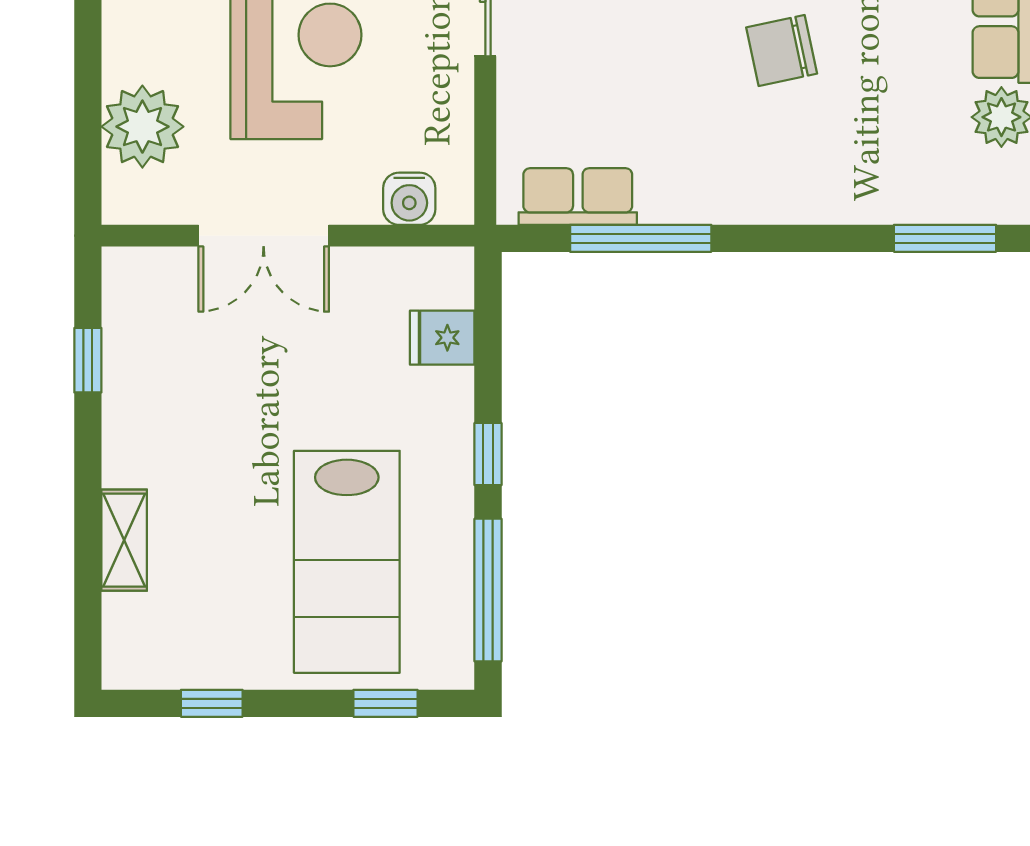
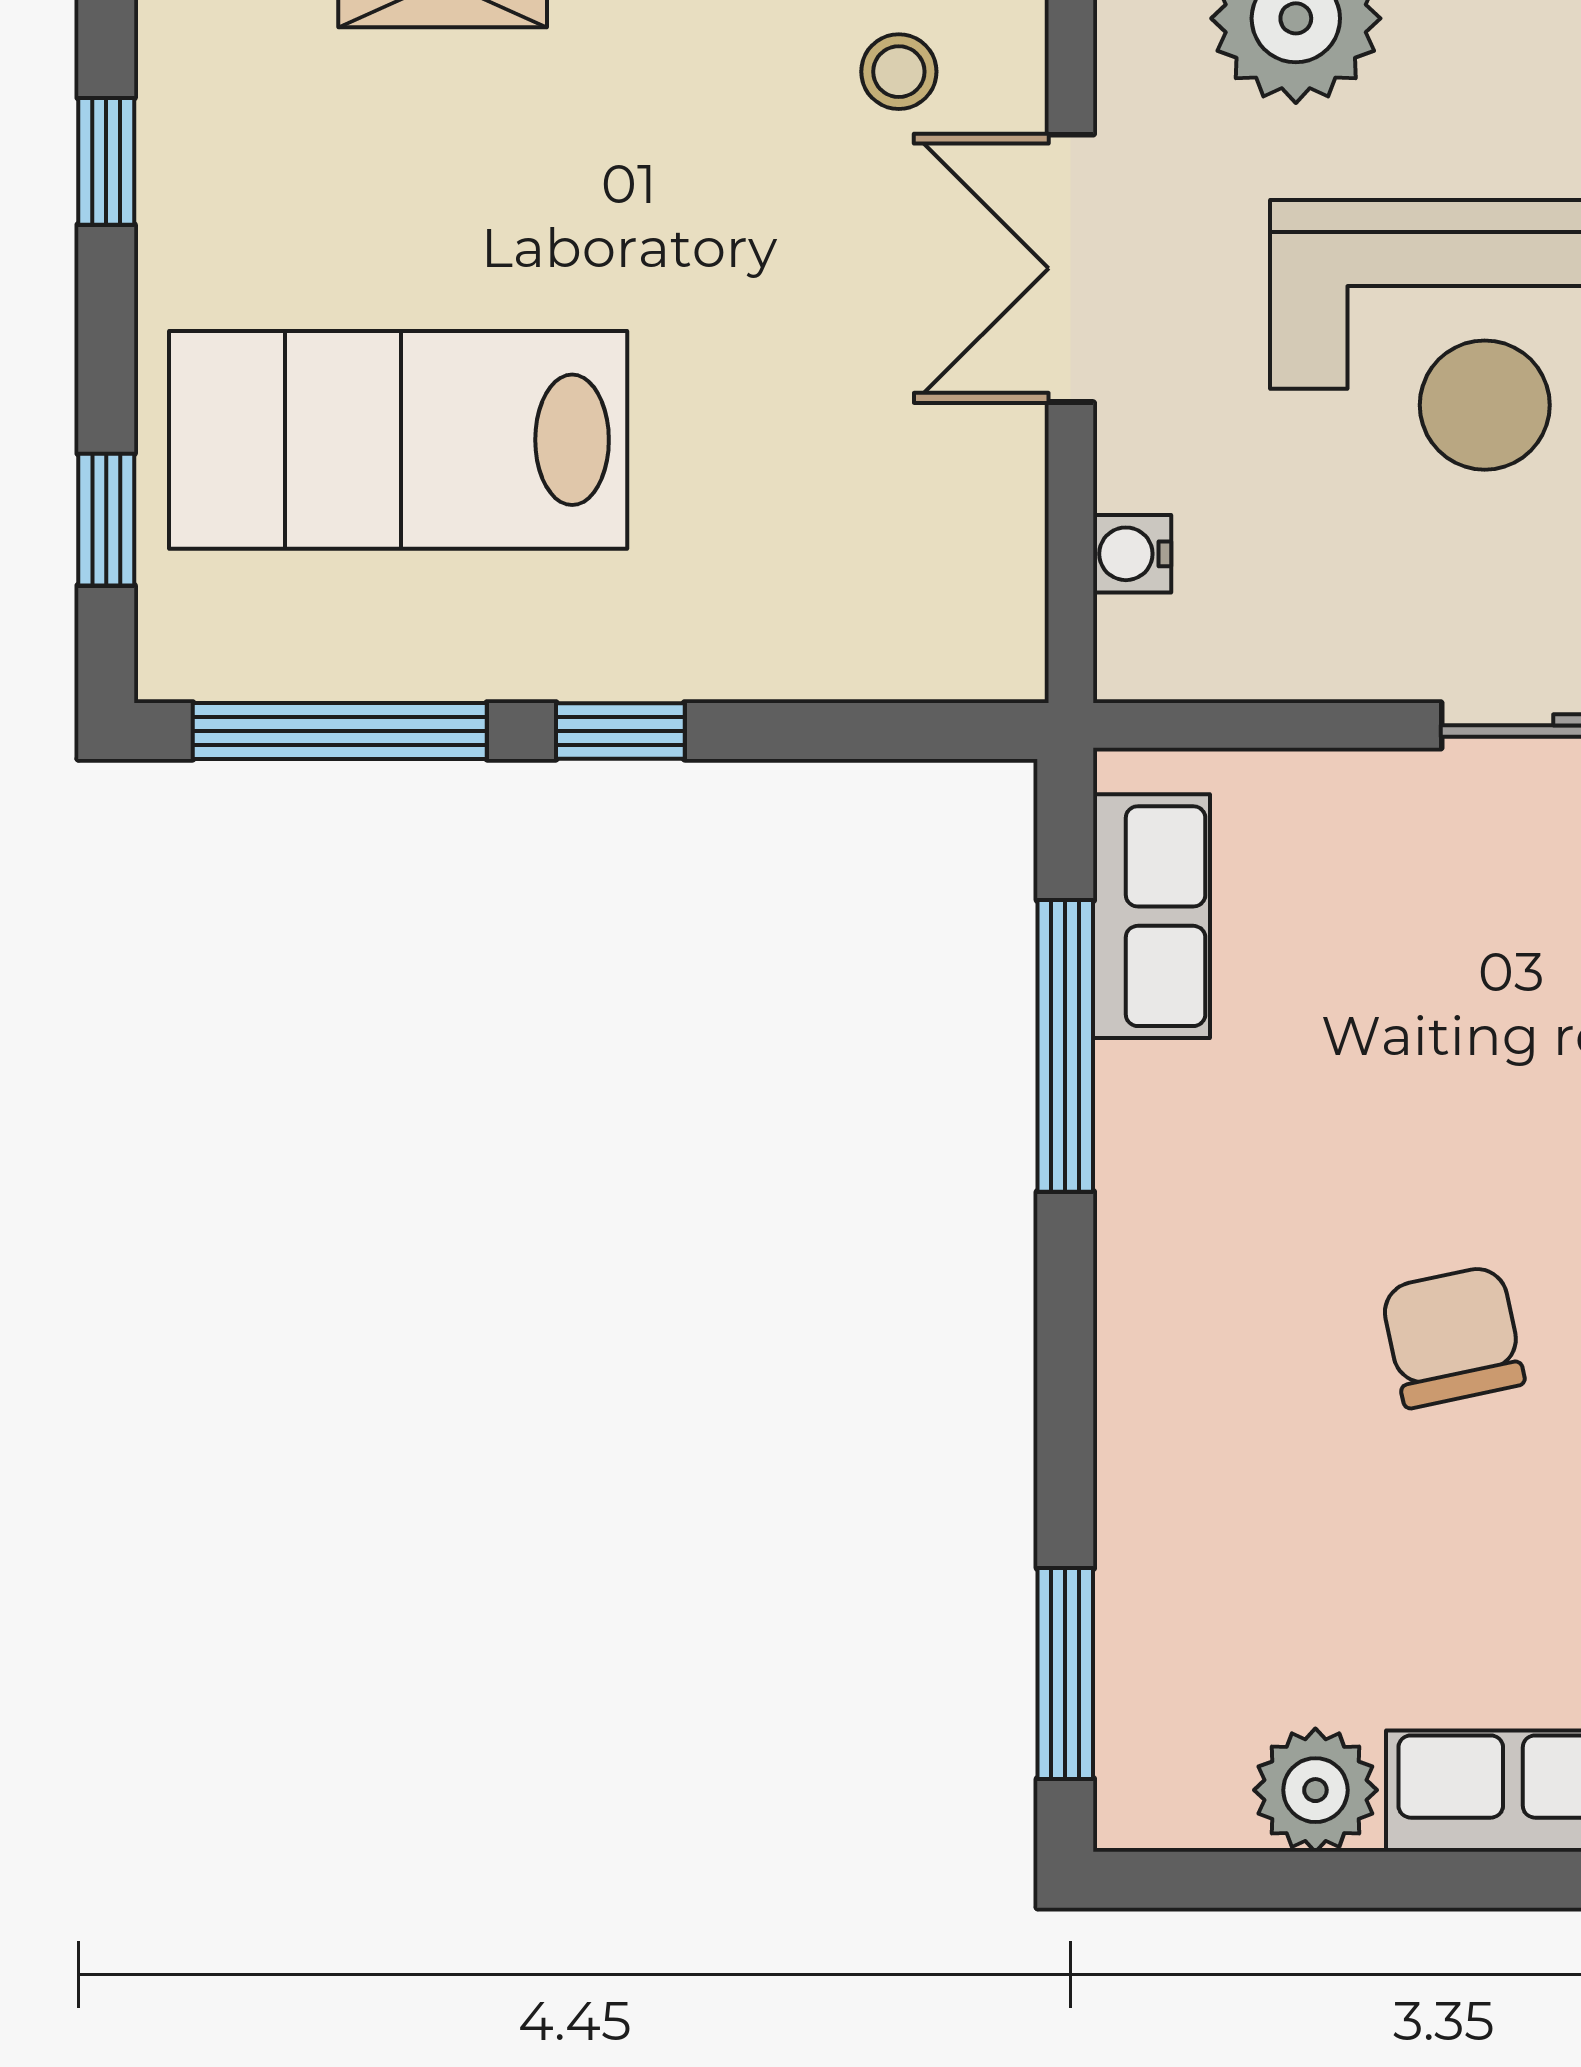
water cooler: (409, 199) -> (1132, 554), width x0.72, depth x0.72
stool: (168, 319) -> (899, 72), added
fridge: (442, 338) -> (860, 637), removed

